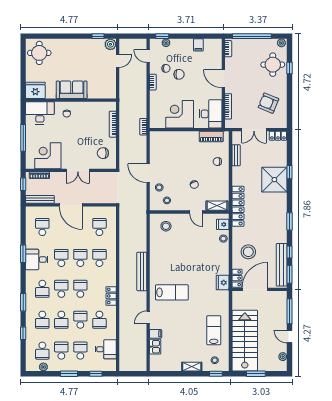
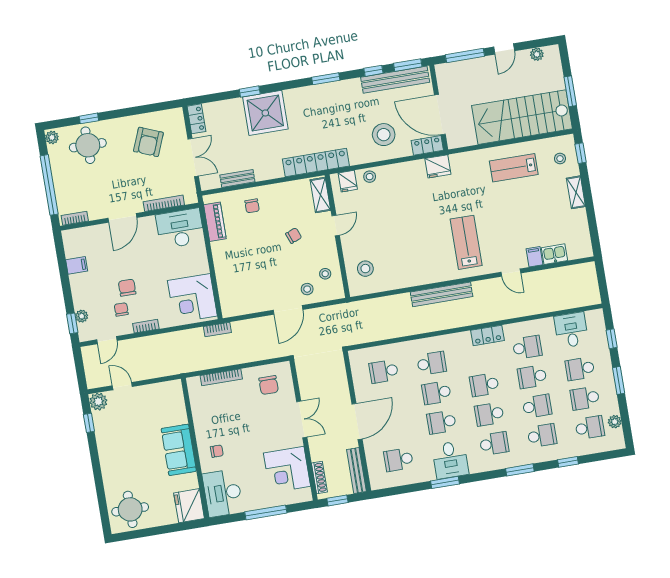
corner desk: (180, 114) -> (192, 298), moved
school desk: (99, 258) -> (432, 363), turned 180

